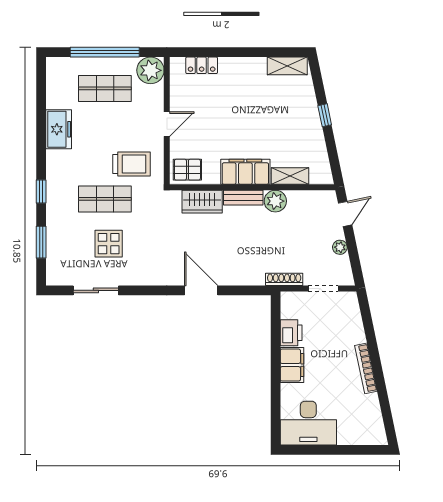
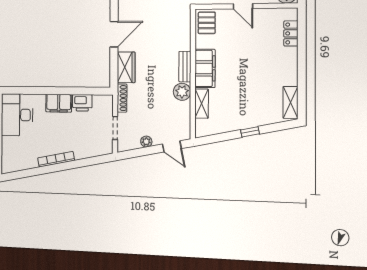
wardrobe: (202, 202) -> (126, 67), moved, turned 180

